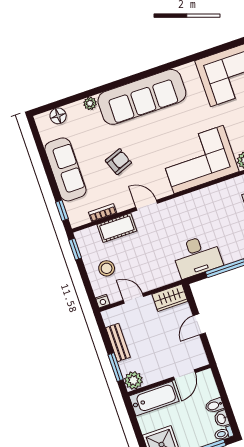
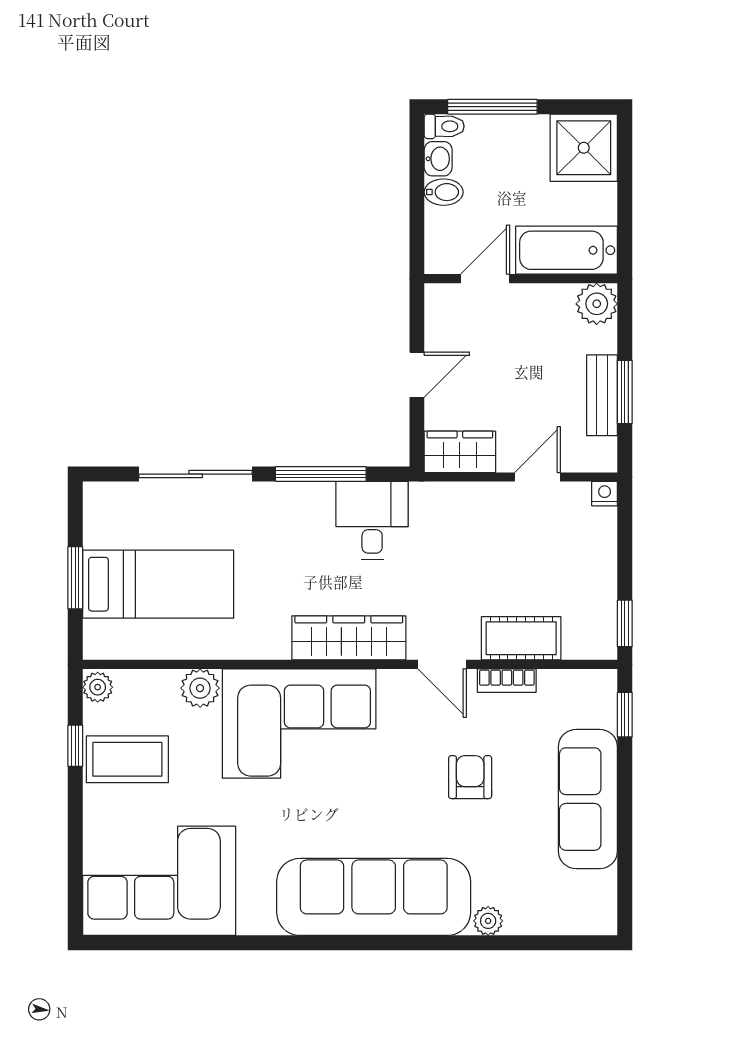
floor lamp: (58, 116) -> (565, 918), removed
armchair: (118, 162) -> (470, 777), turned 111
wardrobe: (190, 203) -> (349, 638), added
bookcase: (103, 213) -> (507, 681), moved
desk: (197, 256) -> (372, 520), width x0.73
stool: (107, 268) -> (572, 560), removed
door: (133, 298) -> (538, 477), swing flipped
window: (116, 367) -> (625, 392), moved

